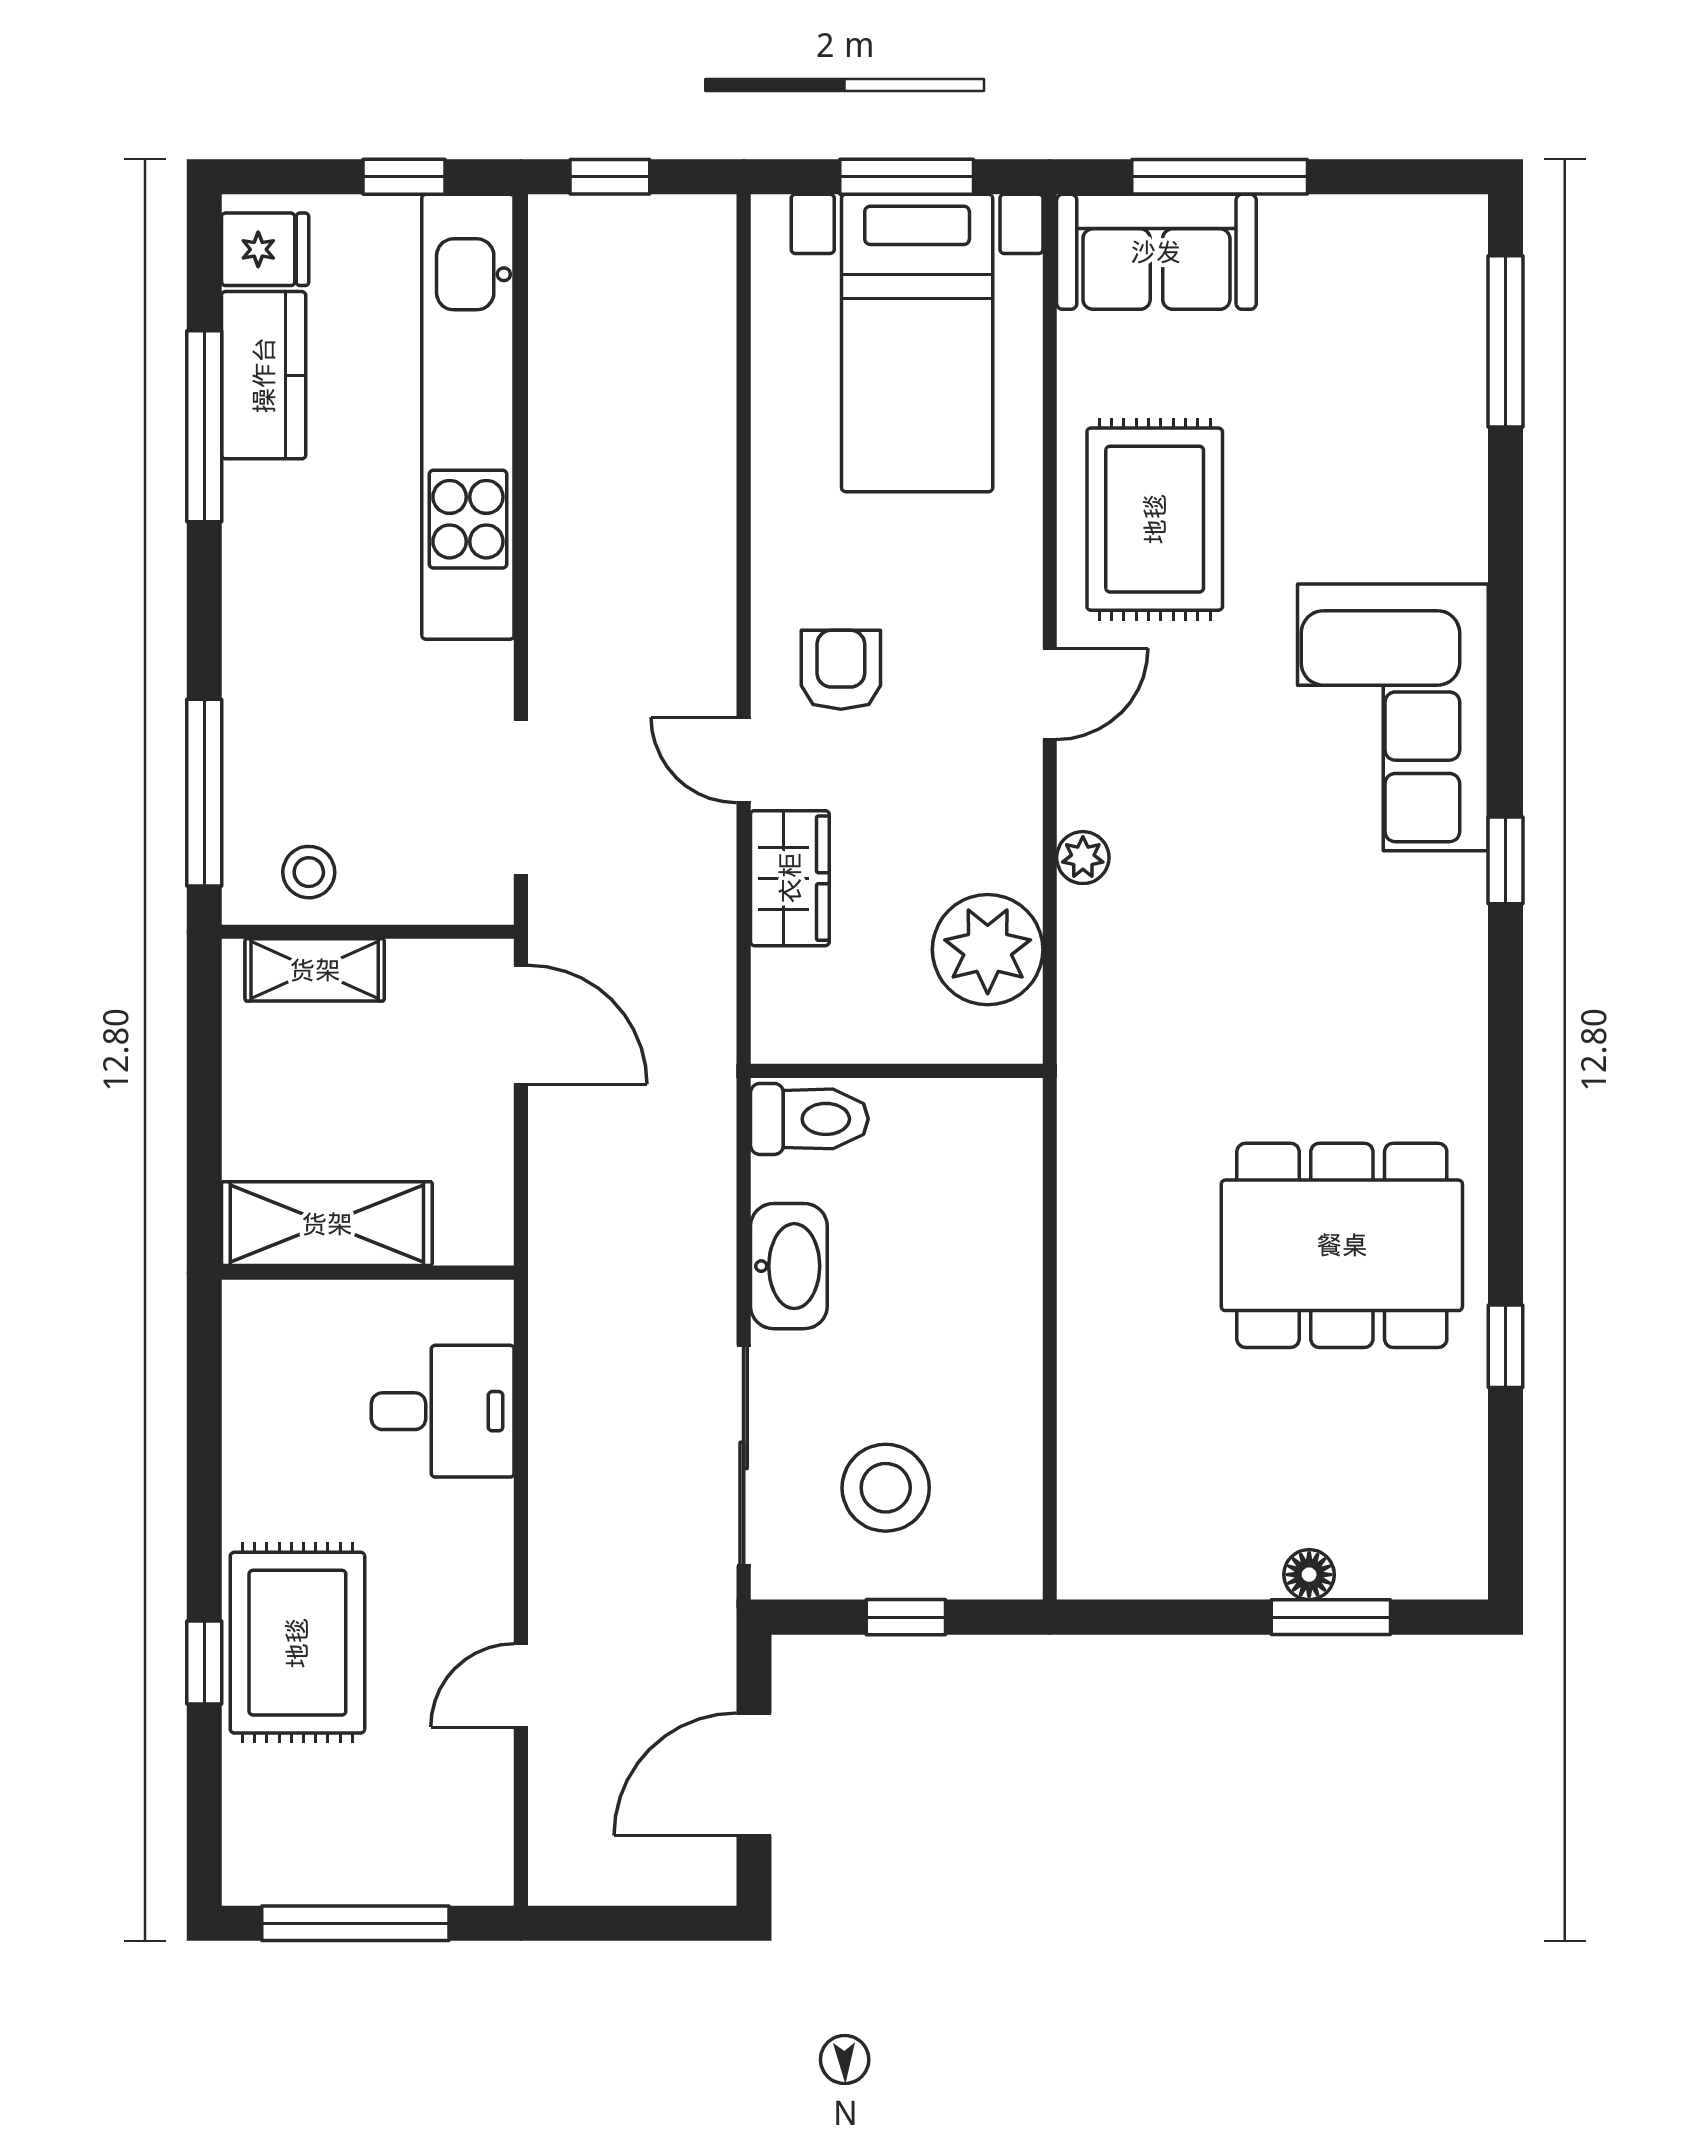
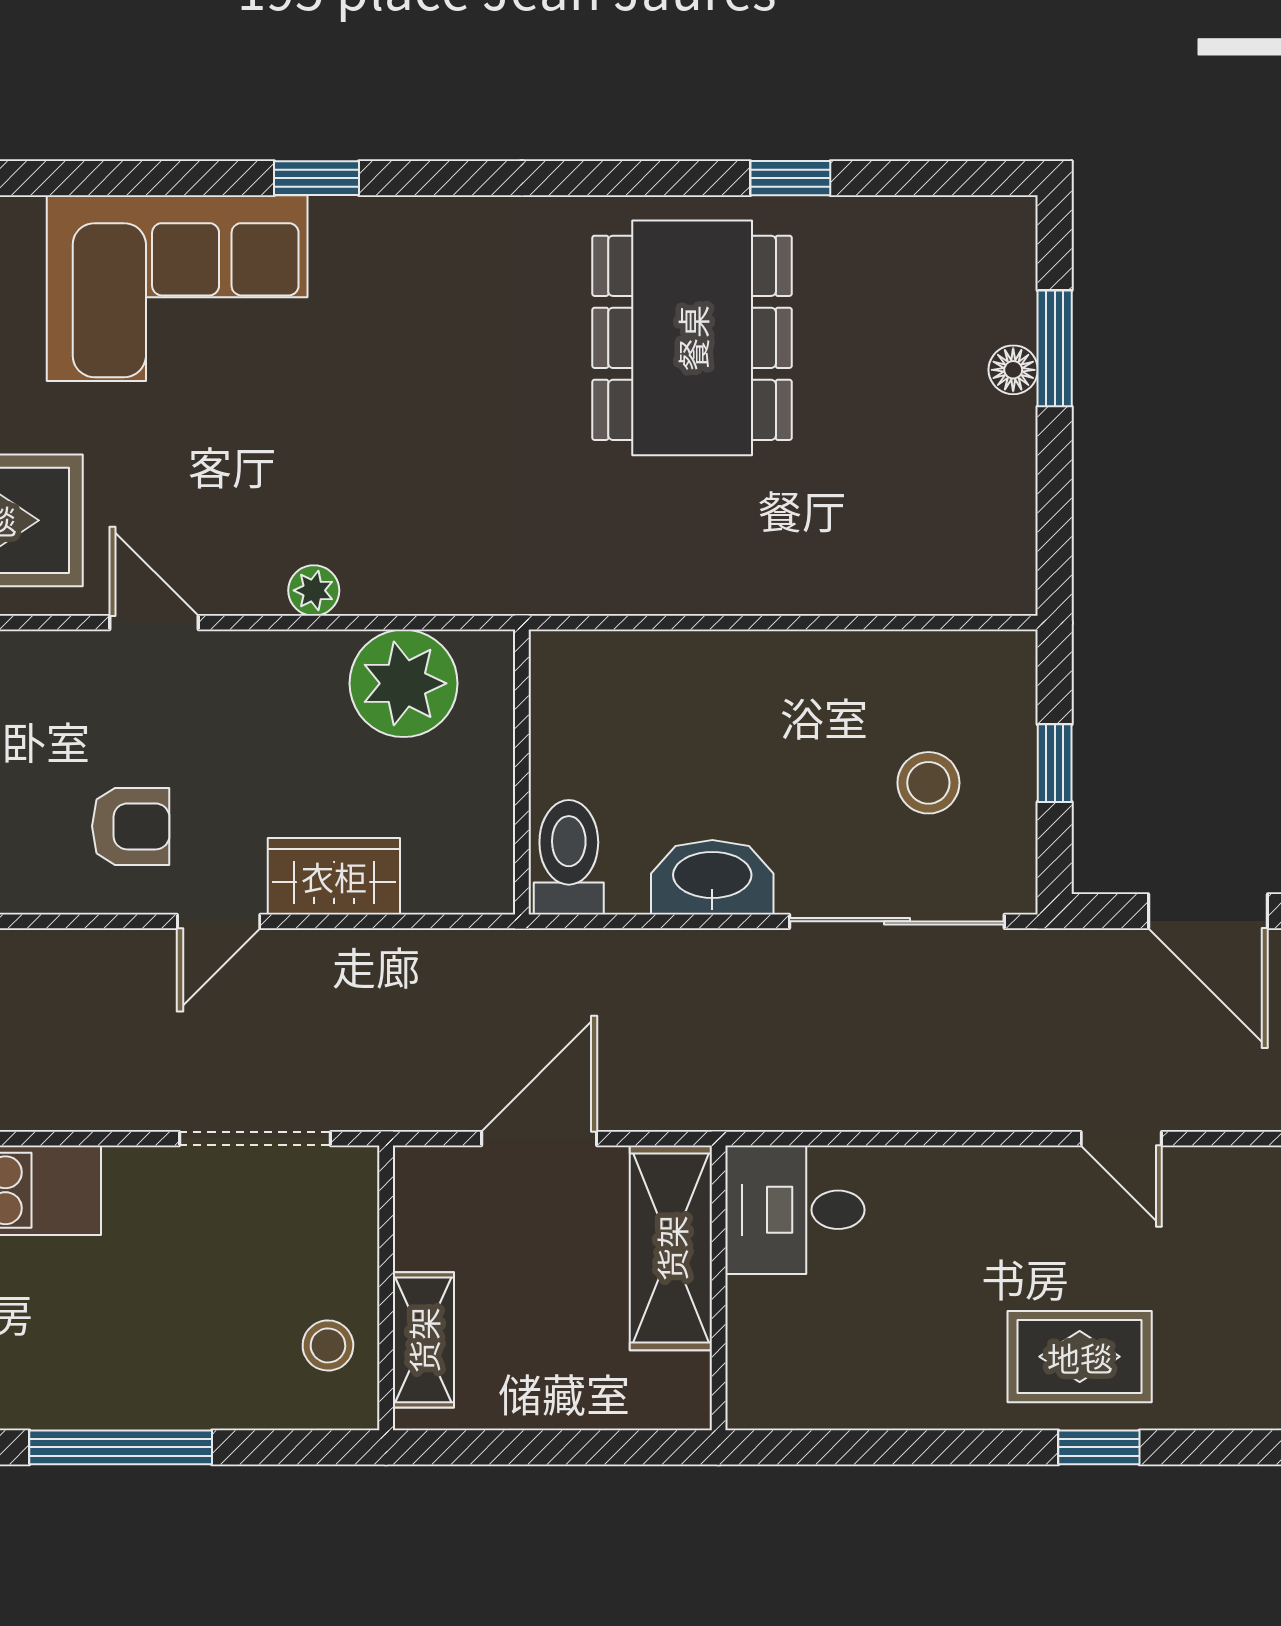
armchair: (841, 670) -> (131, 826), turned 180
window: (204, 793) -> (121, 1447), moved
door: (521, 1025) -> (539, 1139), moved
shelving: (327, 1224) -> (671, 1248), moved
desk: (443, 1411) -> (795, 1210), moved, turned -90
stool: (886, 1488) -> (928, 783), width x0.73, depth x0.73
rug: (297, 1643) -> (1080, 1357), width x0.73, depth x0.70

